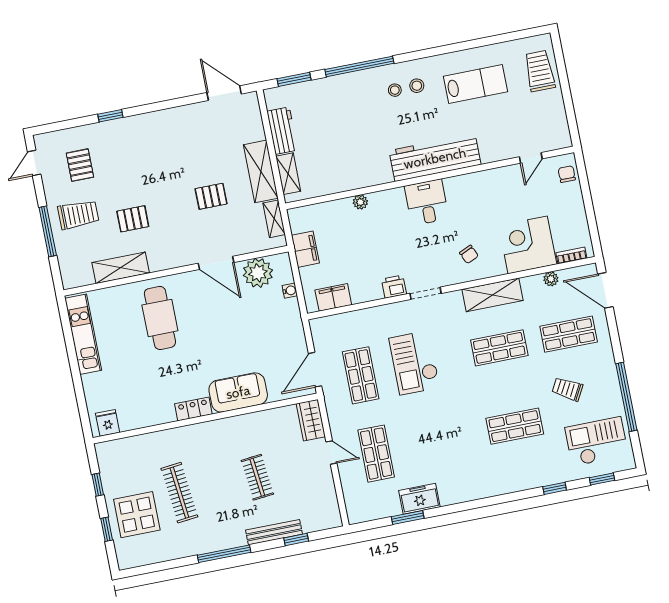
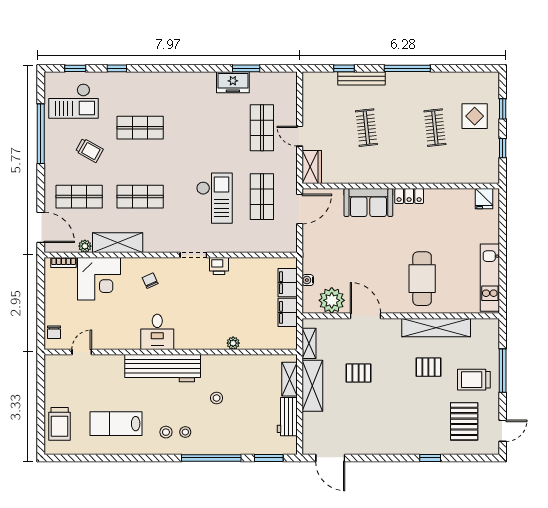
stool: (367, 136) -> (217, 398), added
pallet: (80, 165) -> (464, 421), width x1.50, depth x1.42
desk: (427, 202) -> (157, 332), moved
shelving: (121, 268) -> (436, 328), width x1.47
shelving: (492, 295) -> (118, 243), moved
filing cabinet: (333, 297) -> (288, 283), moved, turned 90
clothes rail: (179, 493) -> (435, 128), width x0.73
display table: (137, 515) -> (475, 116), width x0.73, depth x0.73

